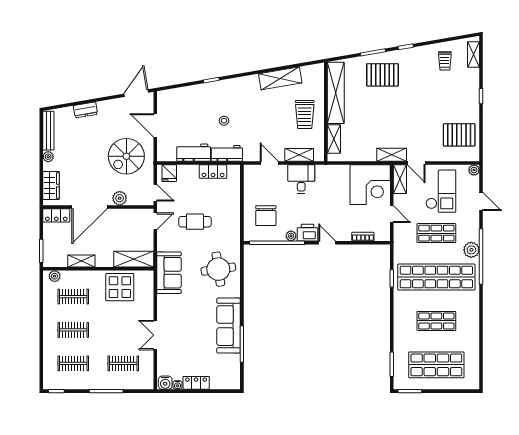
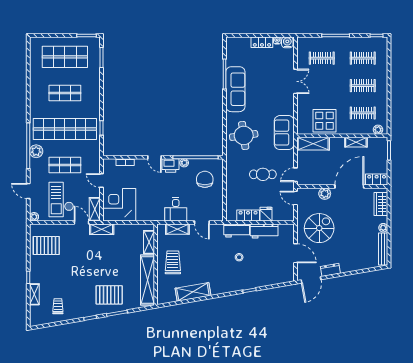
shelving: (474, 55) -> (34, 294), moved
dresser: (85, 110) -> (330, 270), moved
fridge: (169, 173) -> (266, 214), moved

